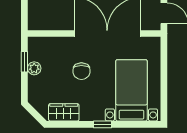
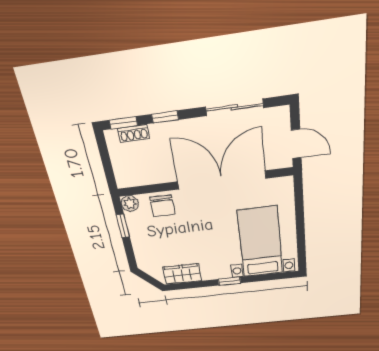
plant: (34, 68) -> (130, 203), moved
chair: (81, 71) -> (162, 206), moved

